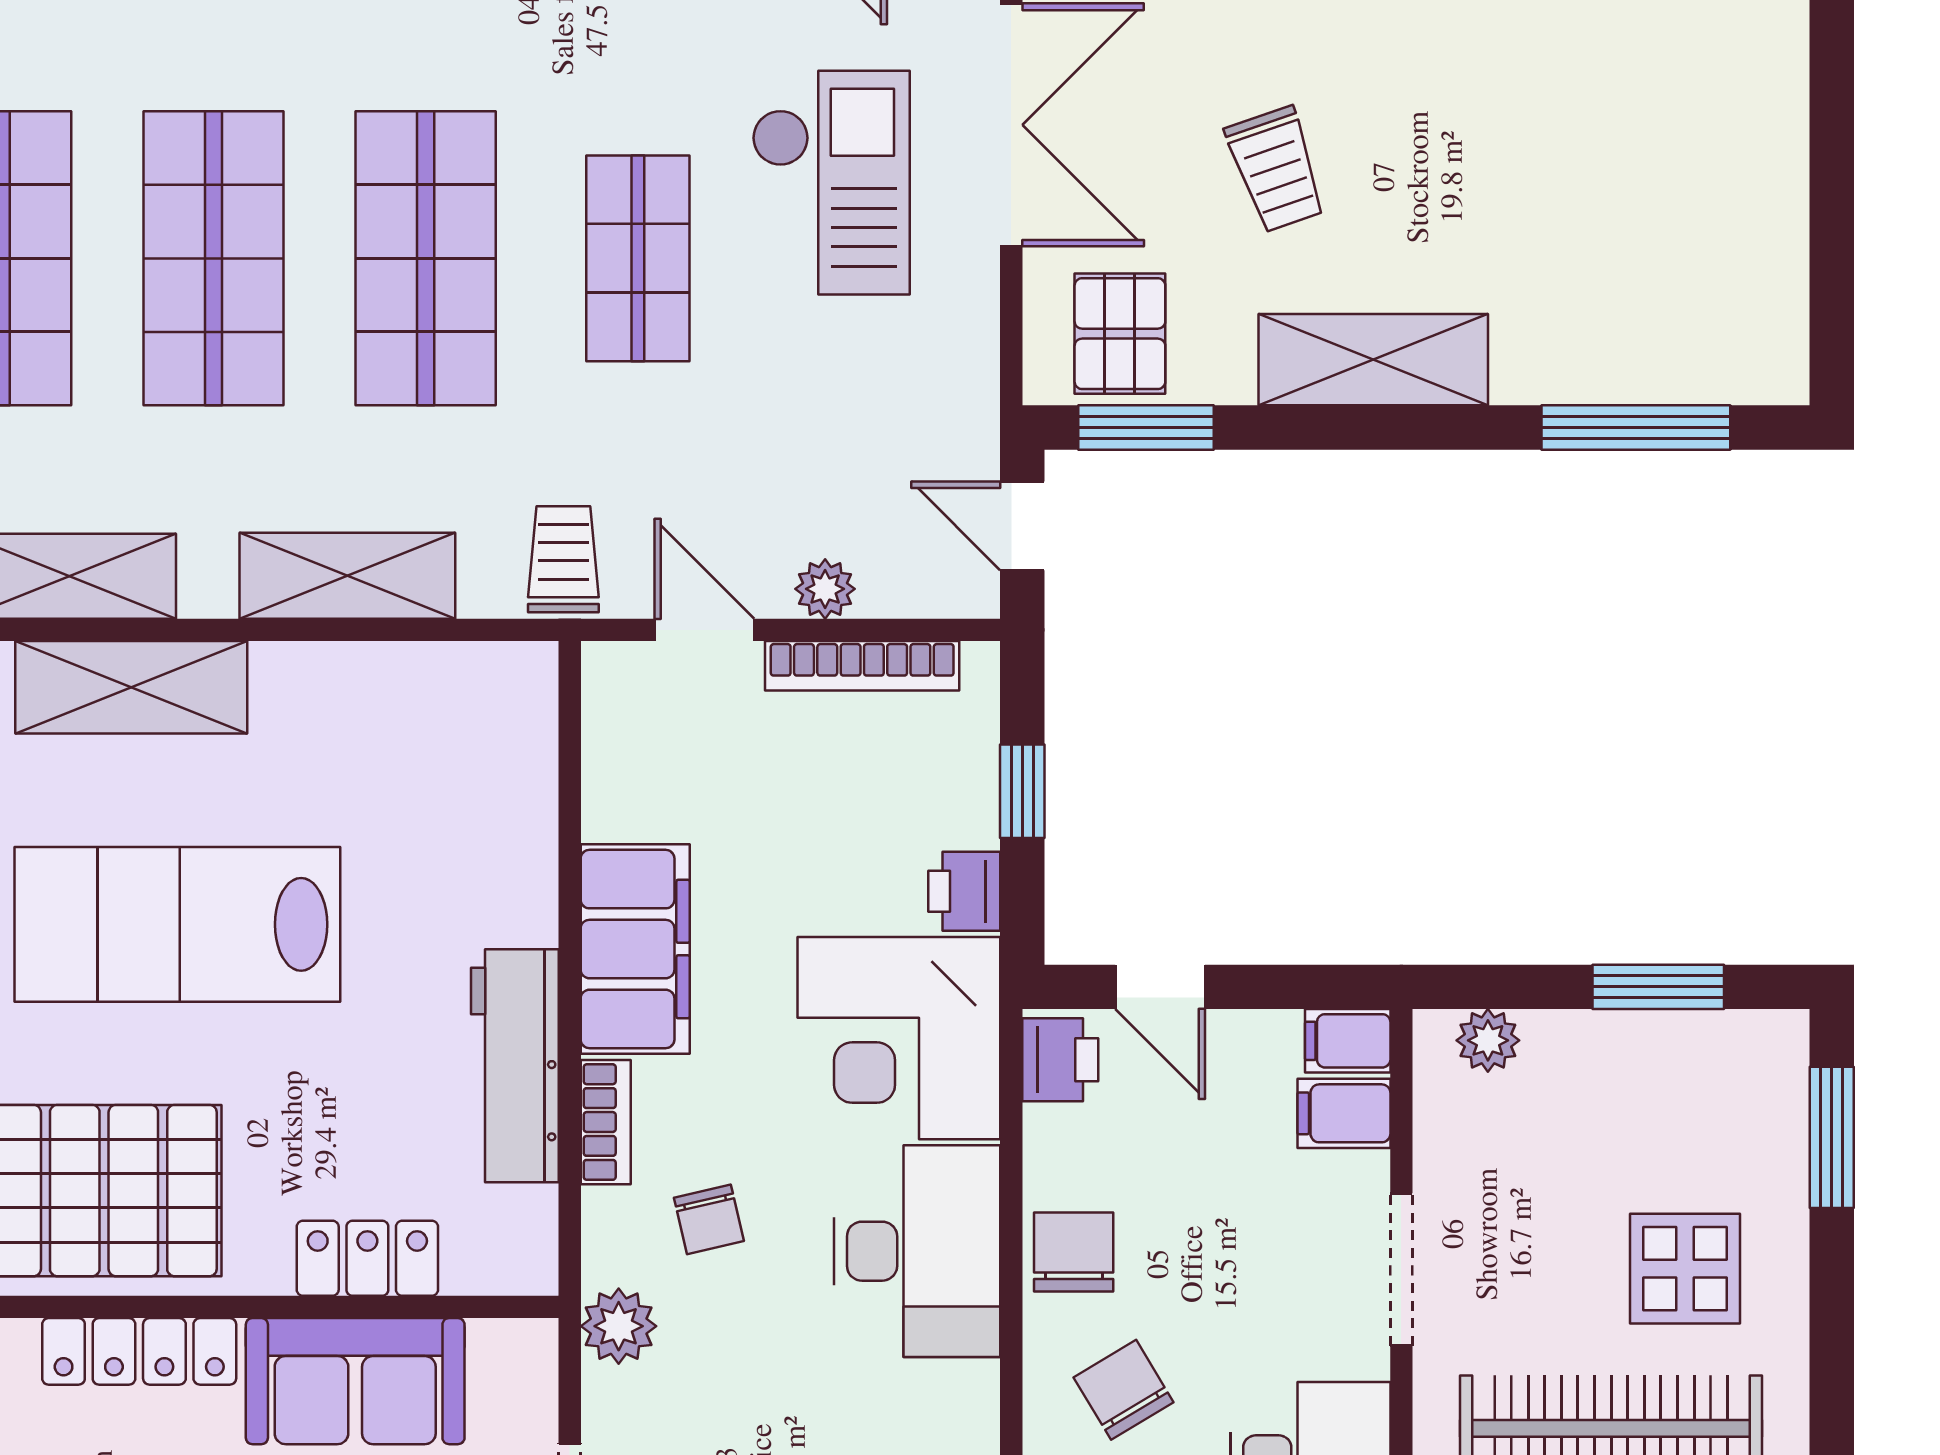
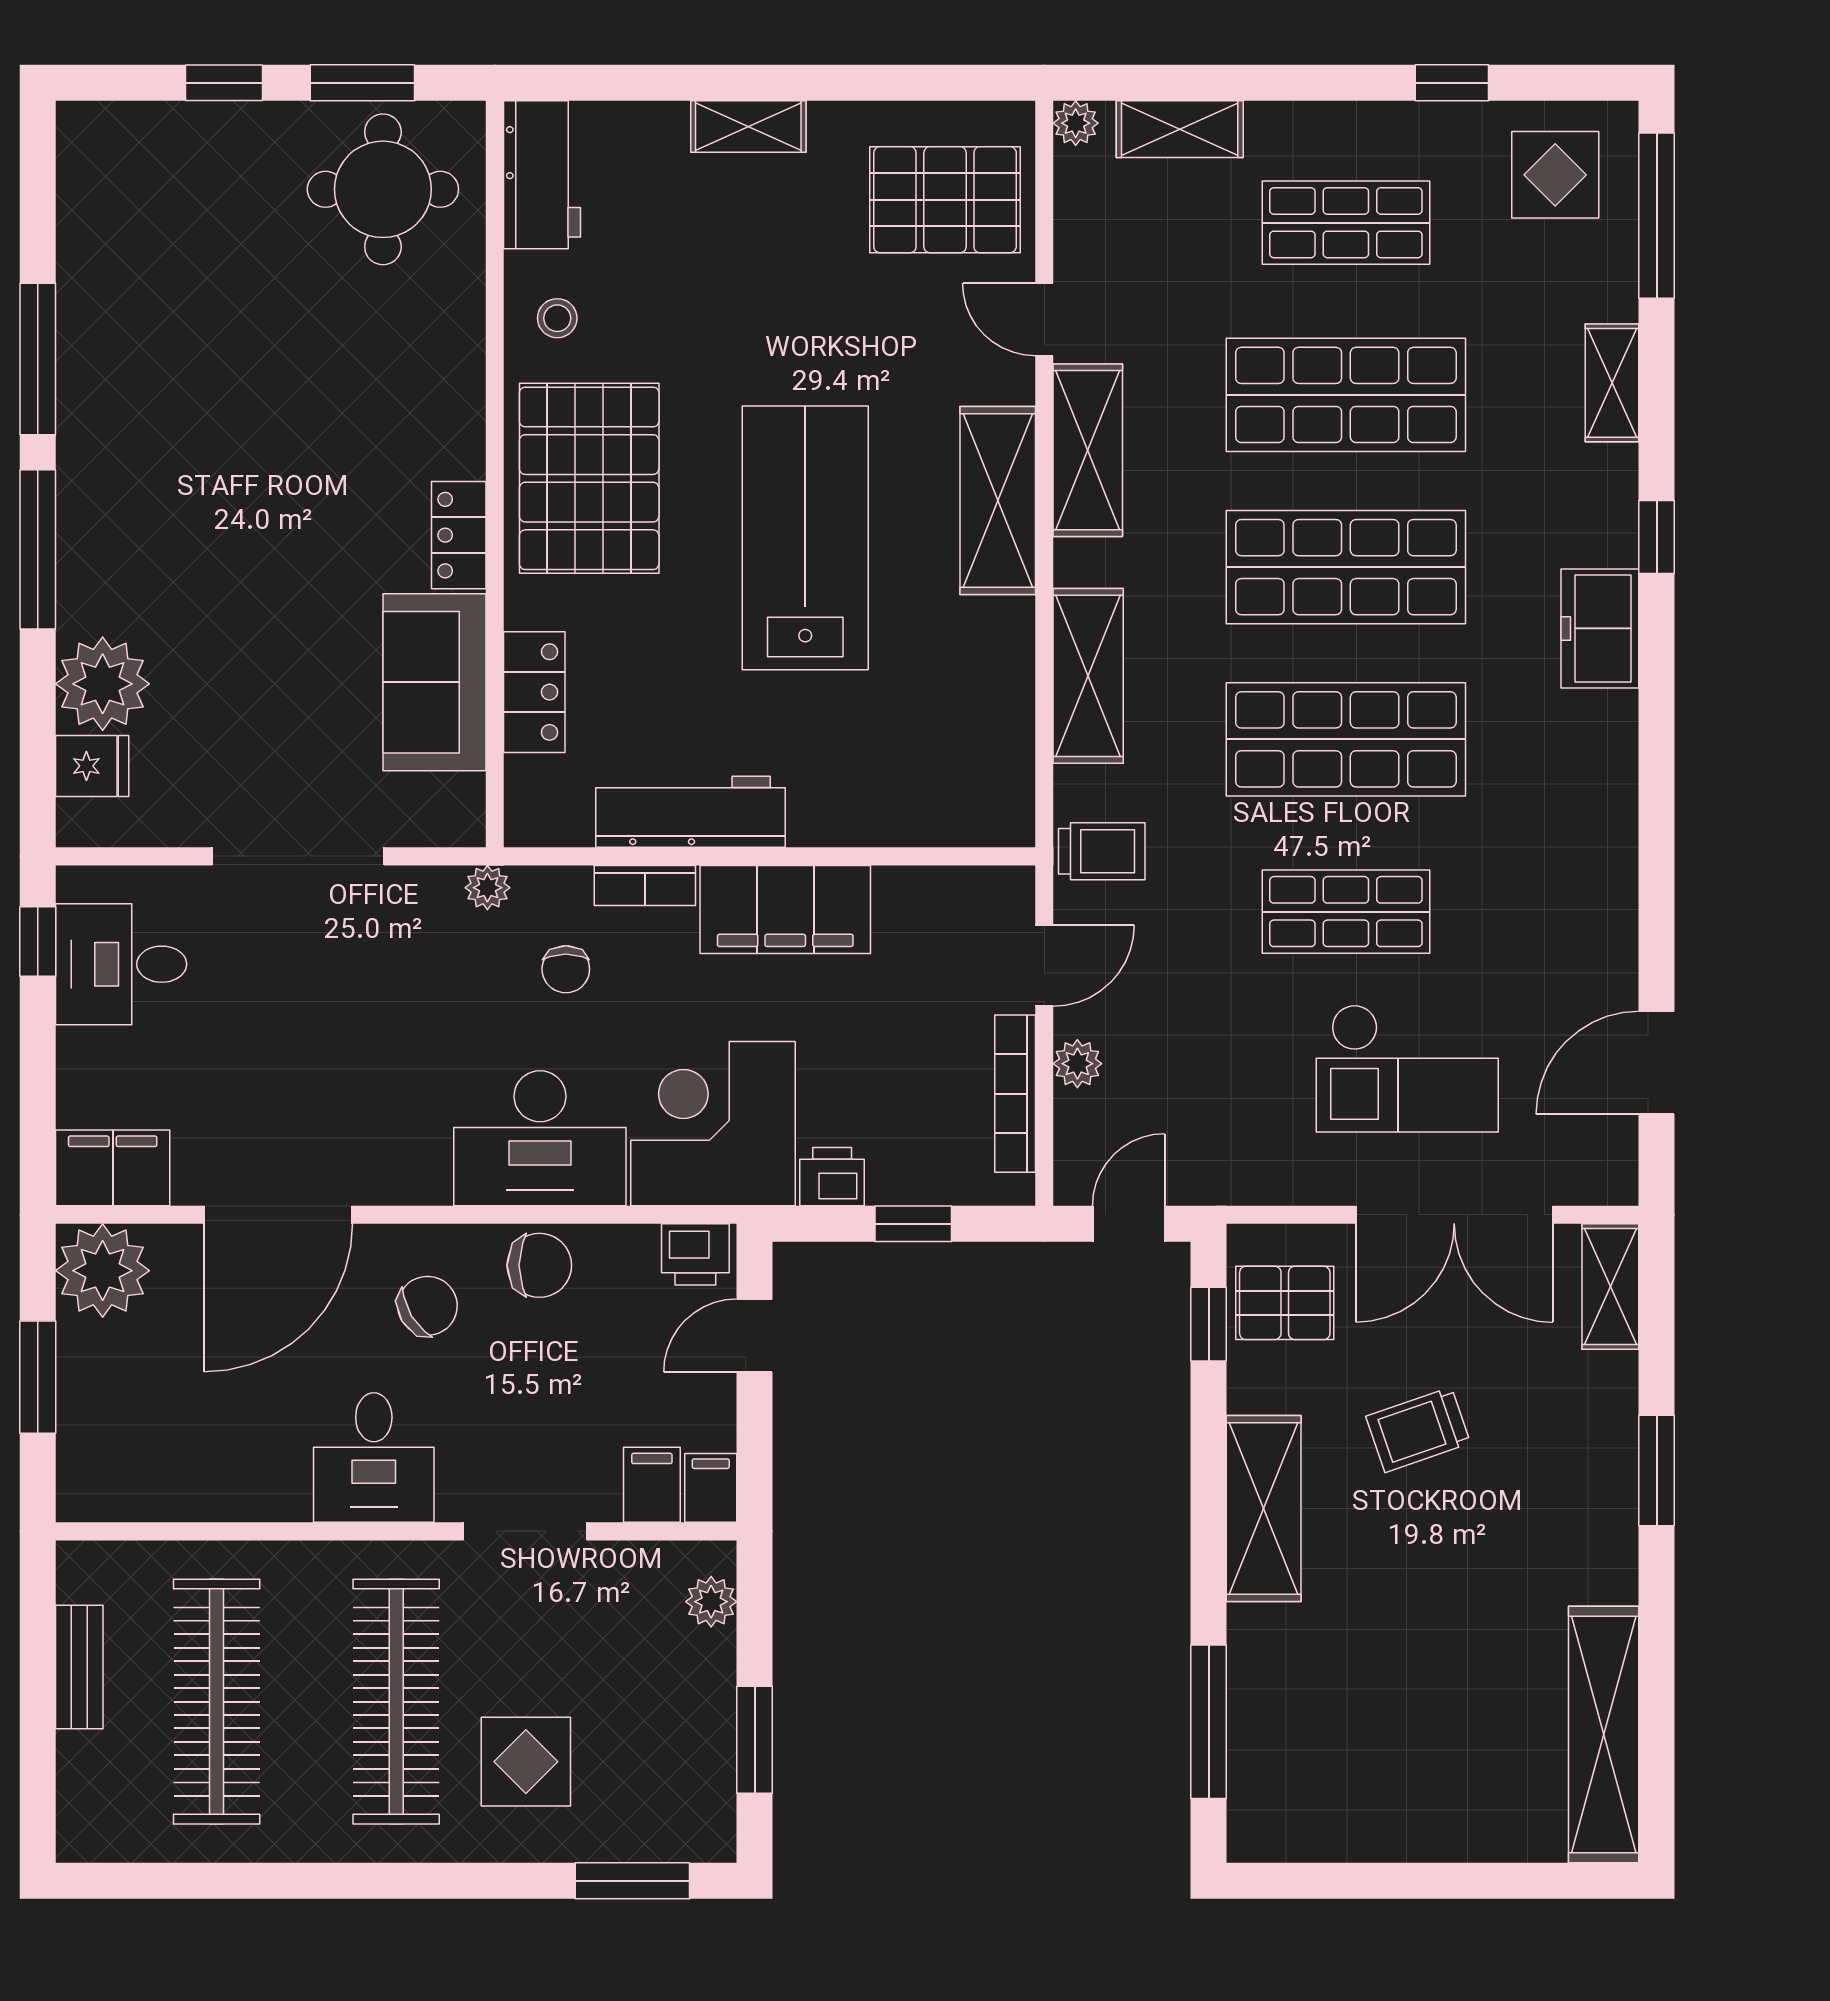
window: (1146, 428) -> (1209, 1324), width x0.67
chair: (709, 1219) -> (566, 969), turned -77
plant: (619, 1326) -> (487, 888), width x0.73, depth x0.73
locker: (139, 1351) -> (459, 535), width x0.66

